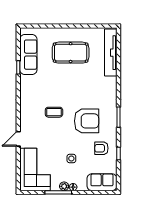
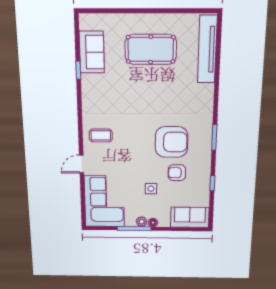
sofa: (28, 55) -> (92, 52), width x0.73
coffee table: (54, 112) -> (101, 135), moved
armchair: (101, 148) -> (177, 173), moved

